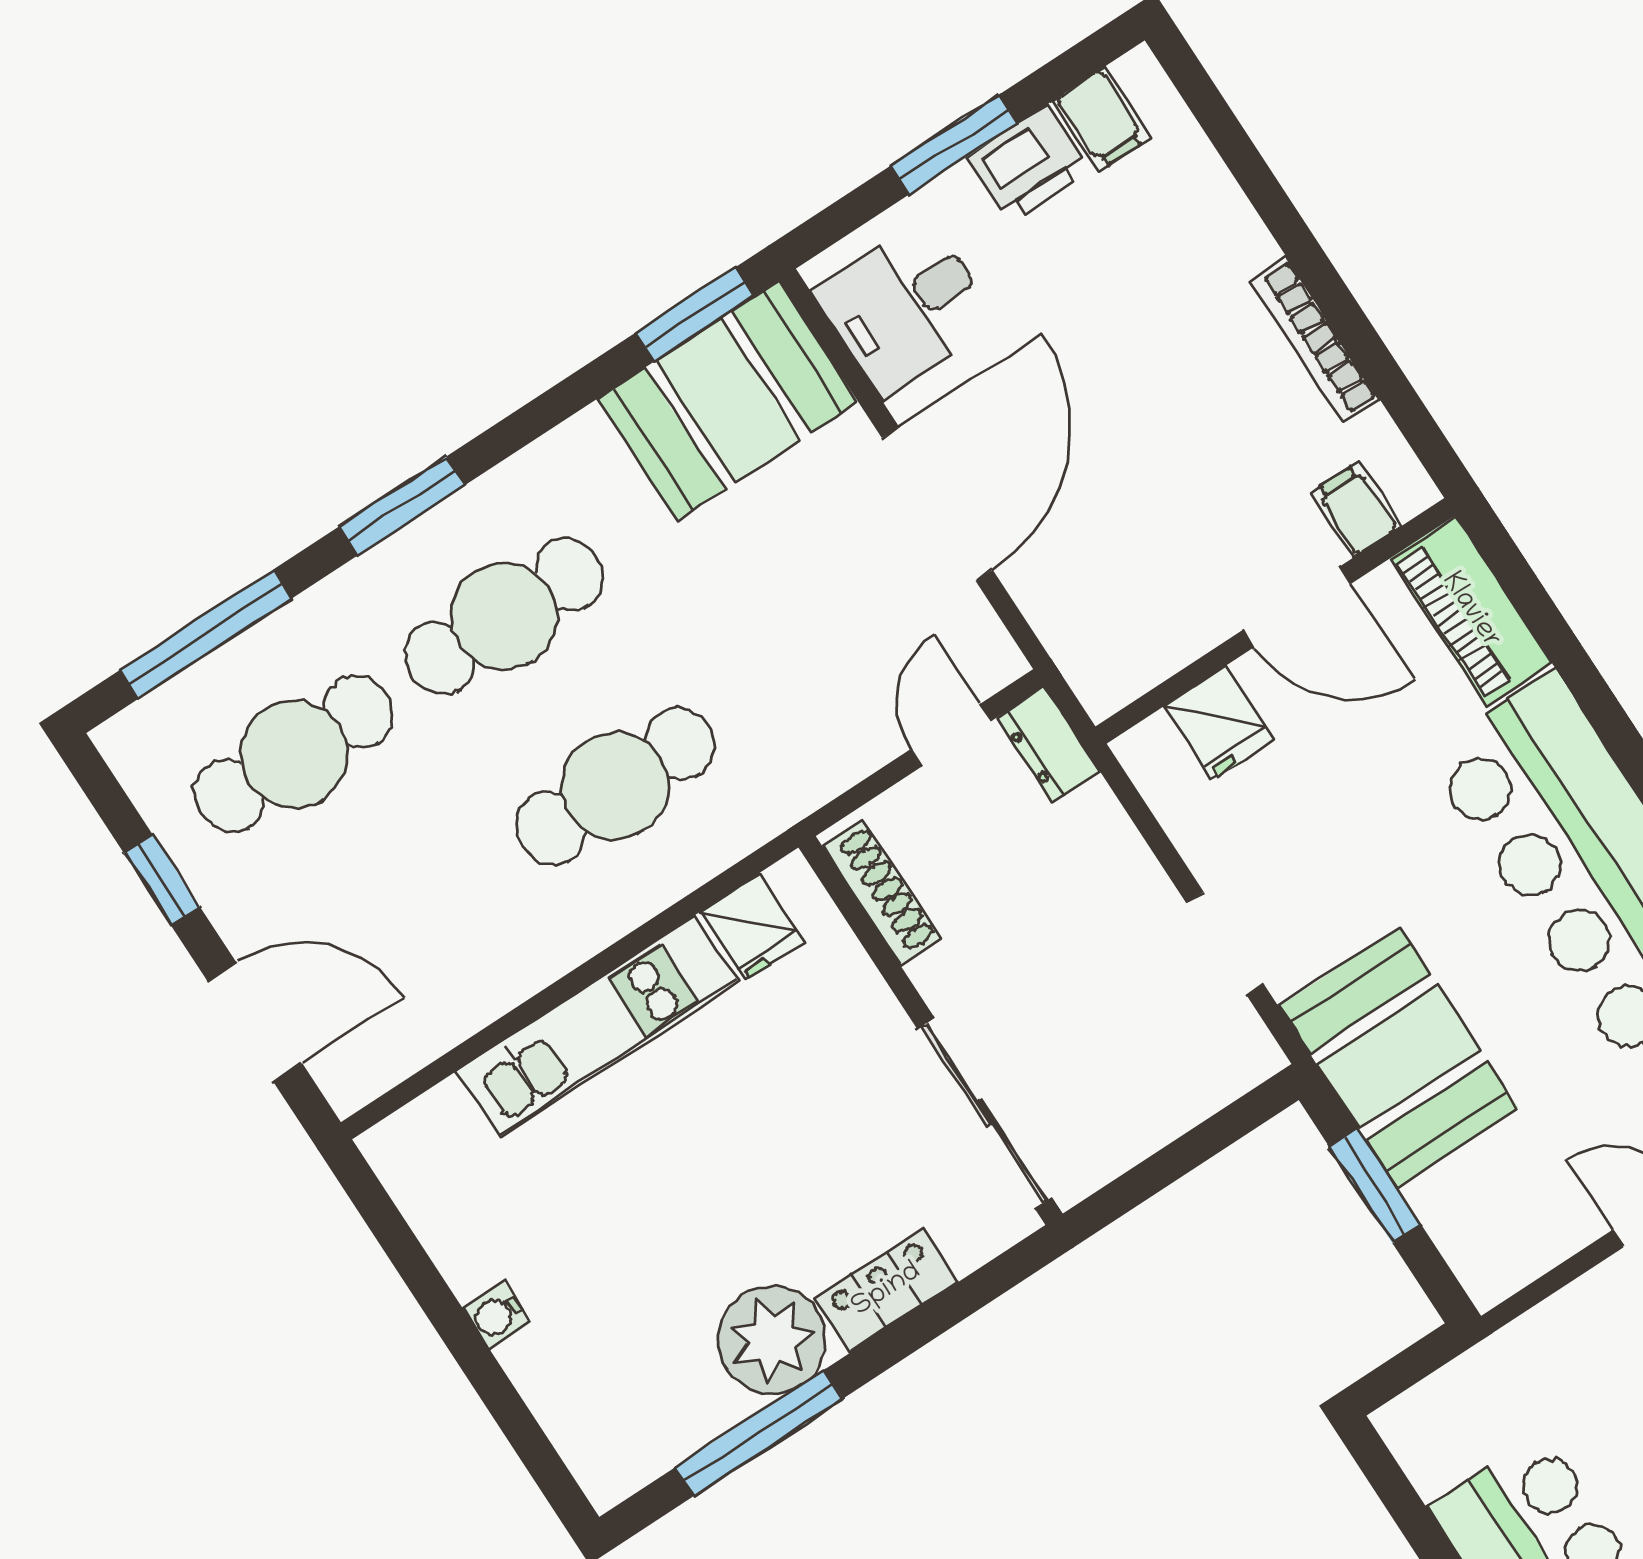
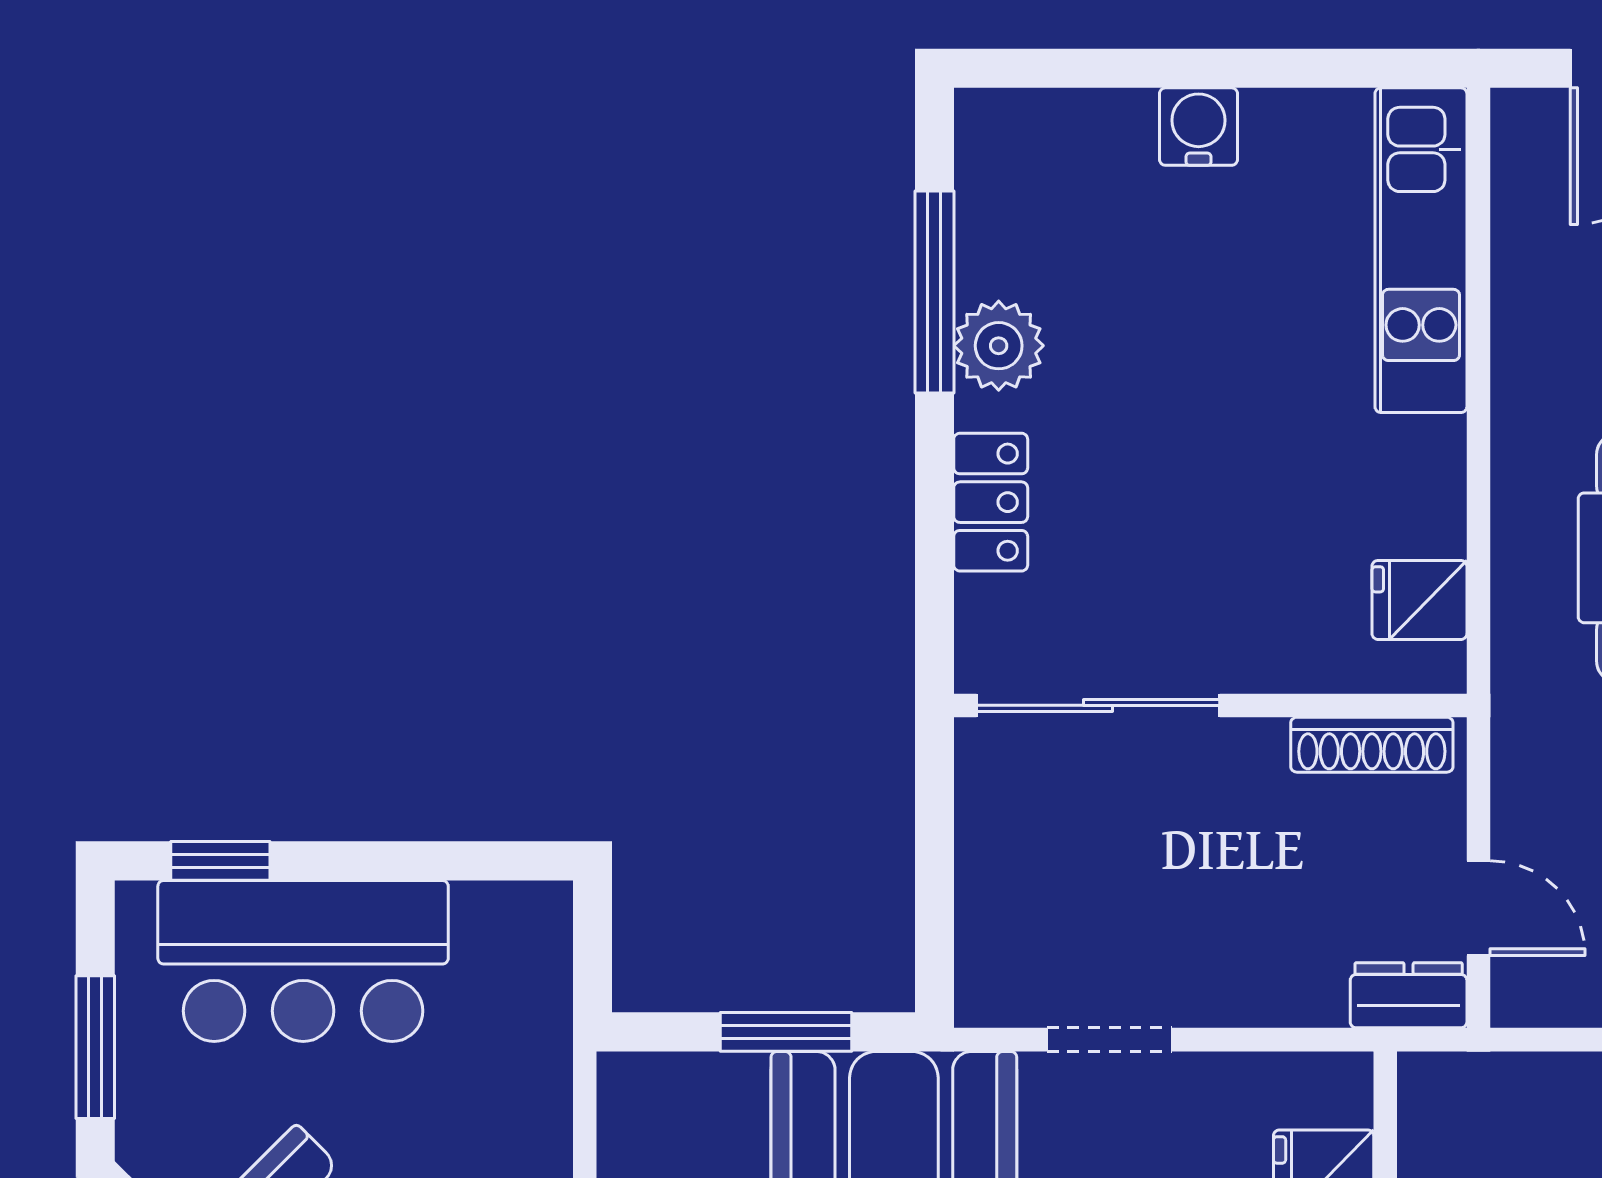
kitchen unit: (598, 1027) -> (1421, 250), moved
water cooler: (497, 1315) -> (1199, 127), width x1.38, depth x1.38
plant: (772, 1340) -> (999, 346), width x0.73, depth x0.73

